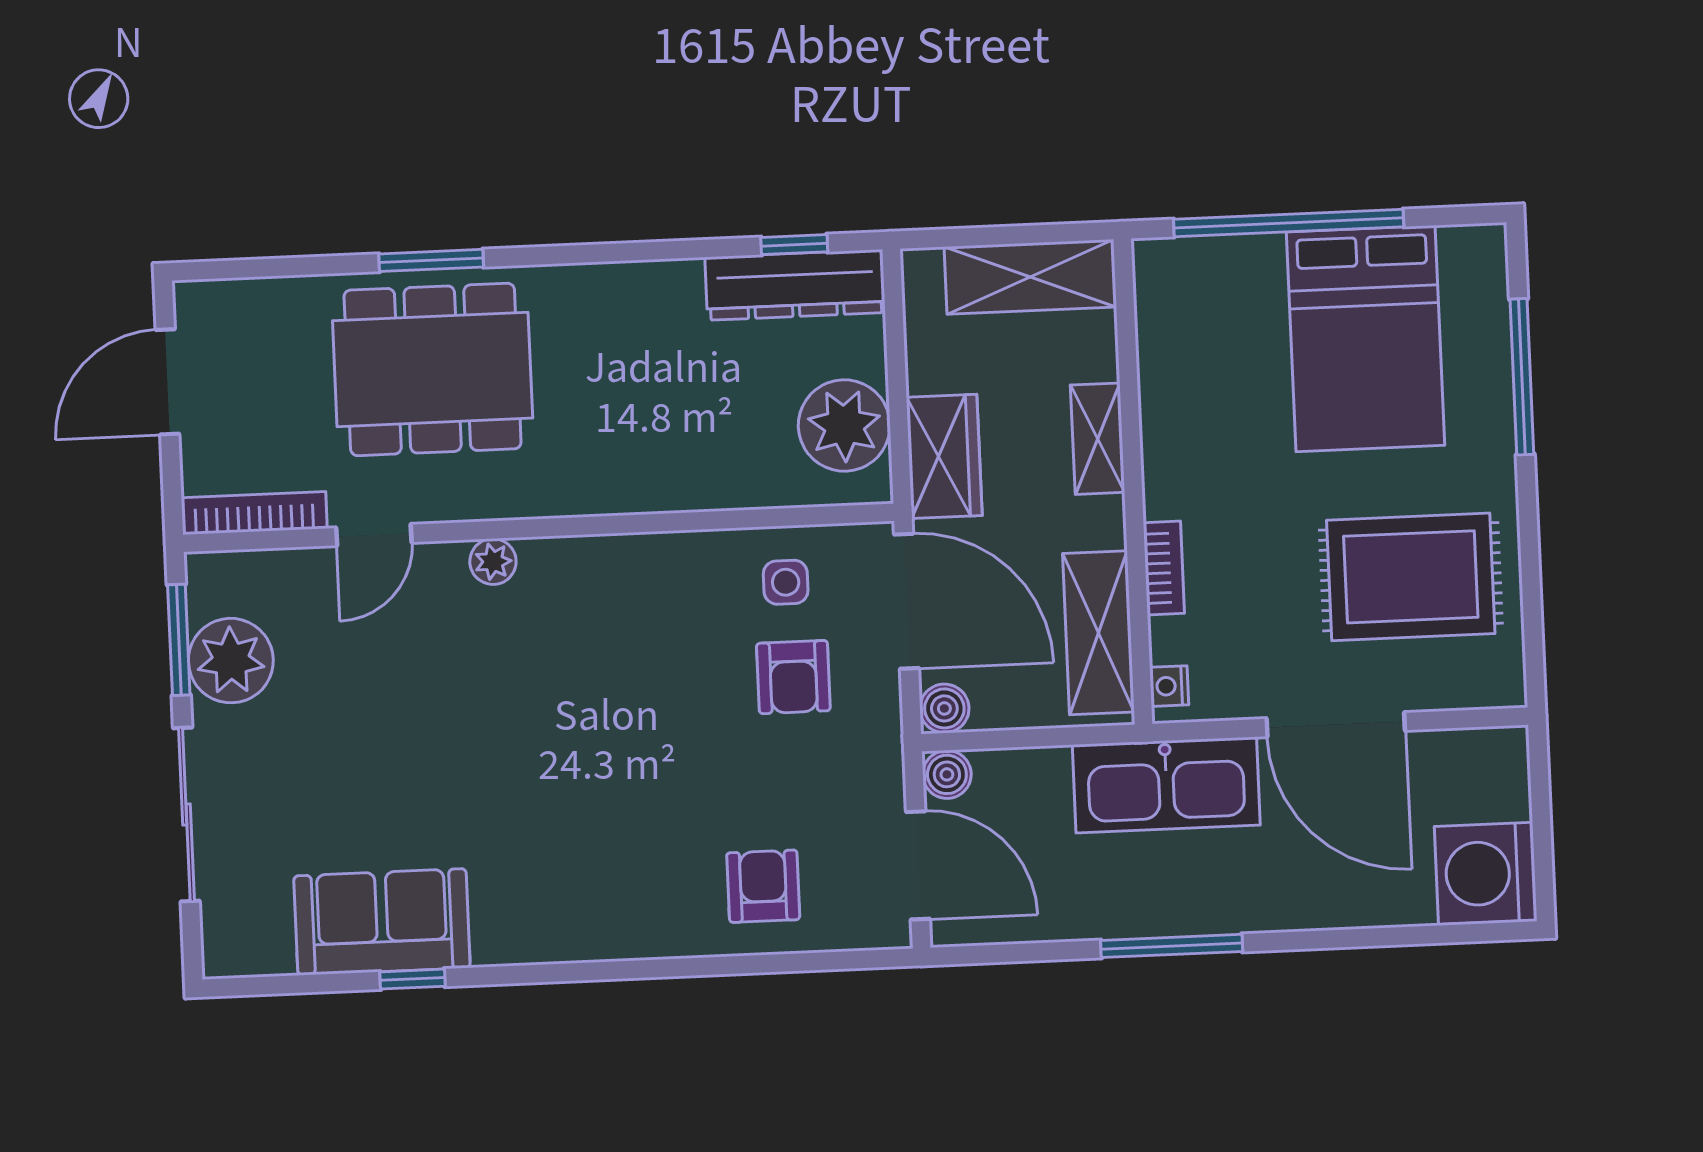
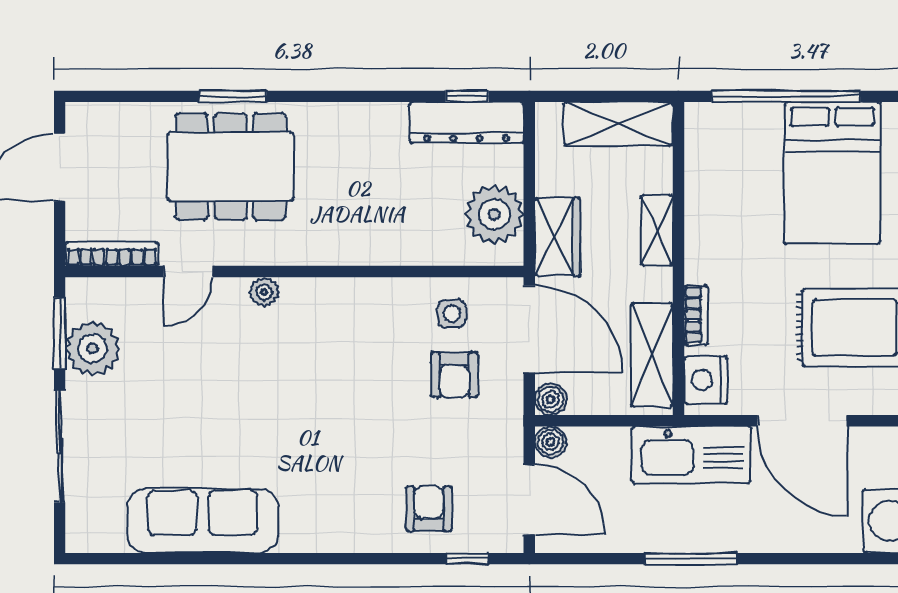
nightstand: (1169, 686) -> (706, 380), width x1.89, depth x1.79
sofa: (382, 922) -> (203, 521), width x1.36
window: (413, 979) -> (467, 559), moved

